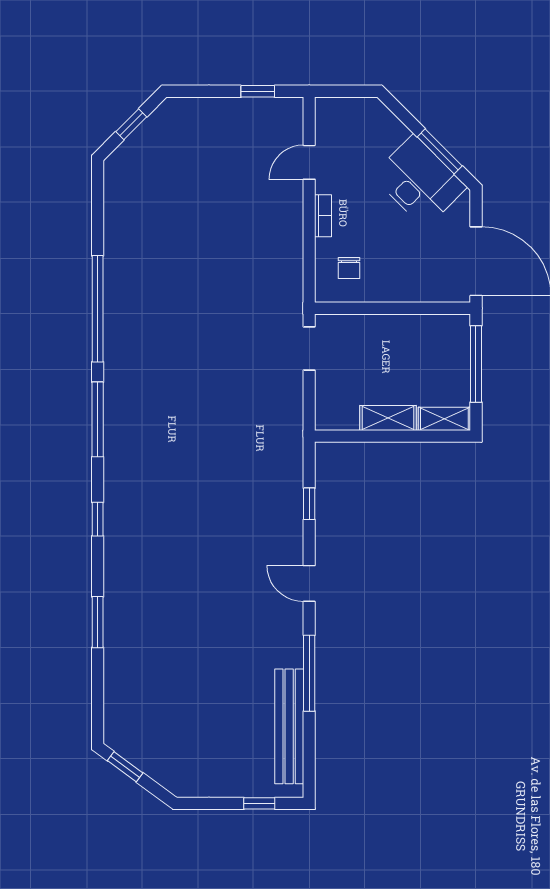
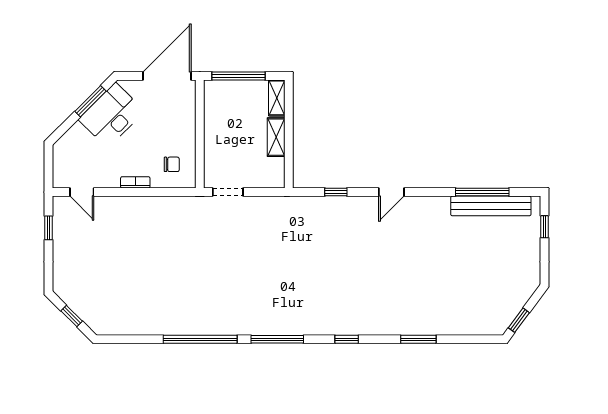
door: (309, 162) -> (82, 192), moved
window: (309, 673) -> (482, 192), moved

